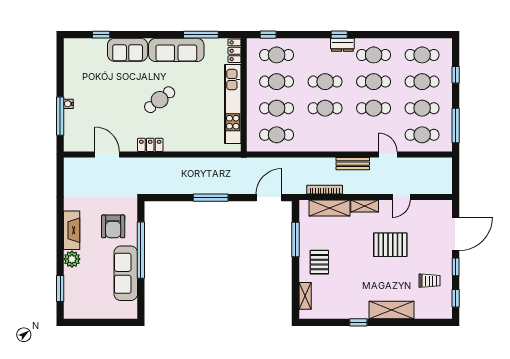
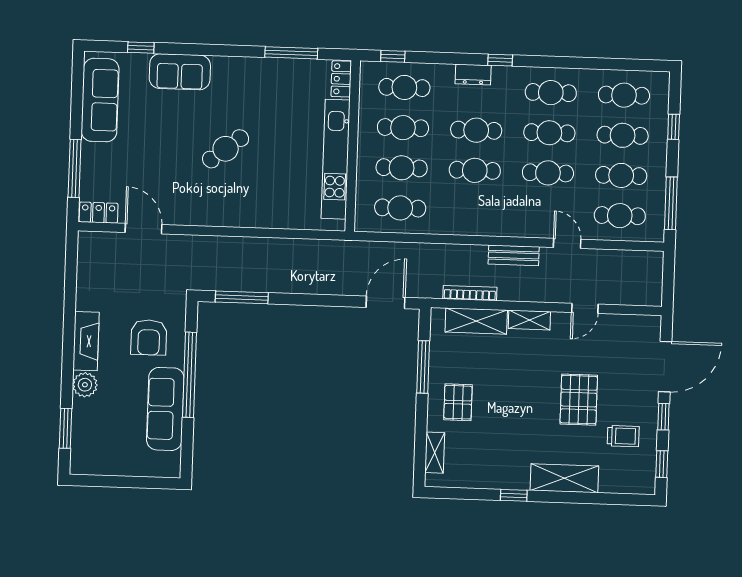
dresser: (342, 45) -> (473, 74), moved
sofa: (176, 50) -> (100, 100), moved, turned -90
water cooler: (68, 104) -> (88, 150), removed
locker: (150, 145) -> (99, 213), moved
window: (211, 198) -> (242, 297), moved
pallet: (390, 245) -> (579, 400), moved, turned 90

